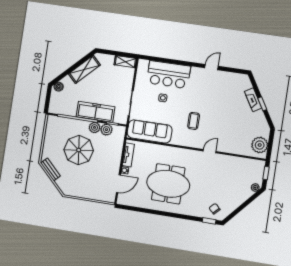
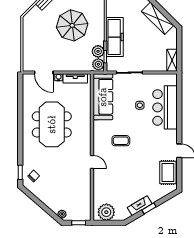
rug: (231, 81) -> (168, 172), added
fireplace: (253, 100) -> (140, 206), moved
plant: (95, 127) -> (98, 64), moved

